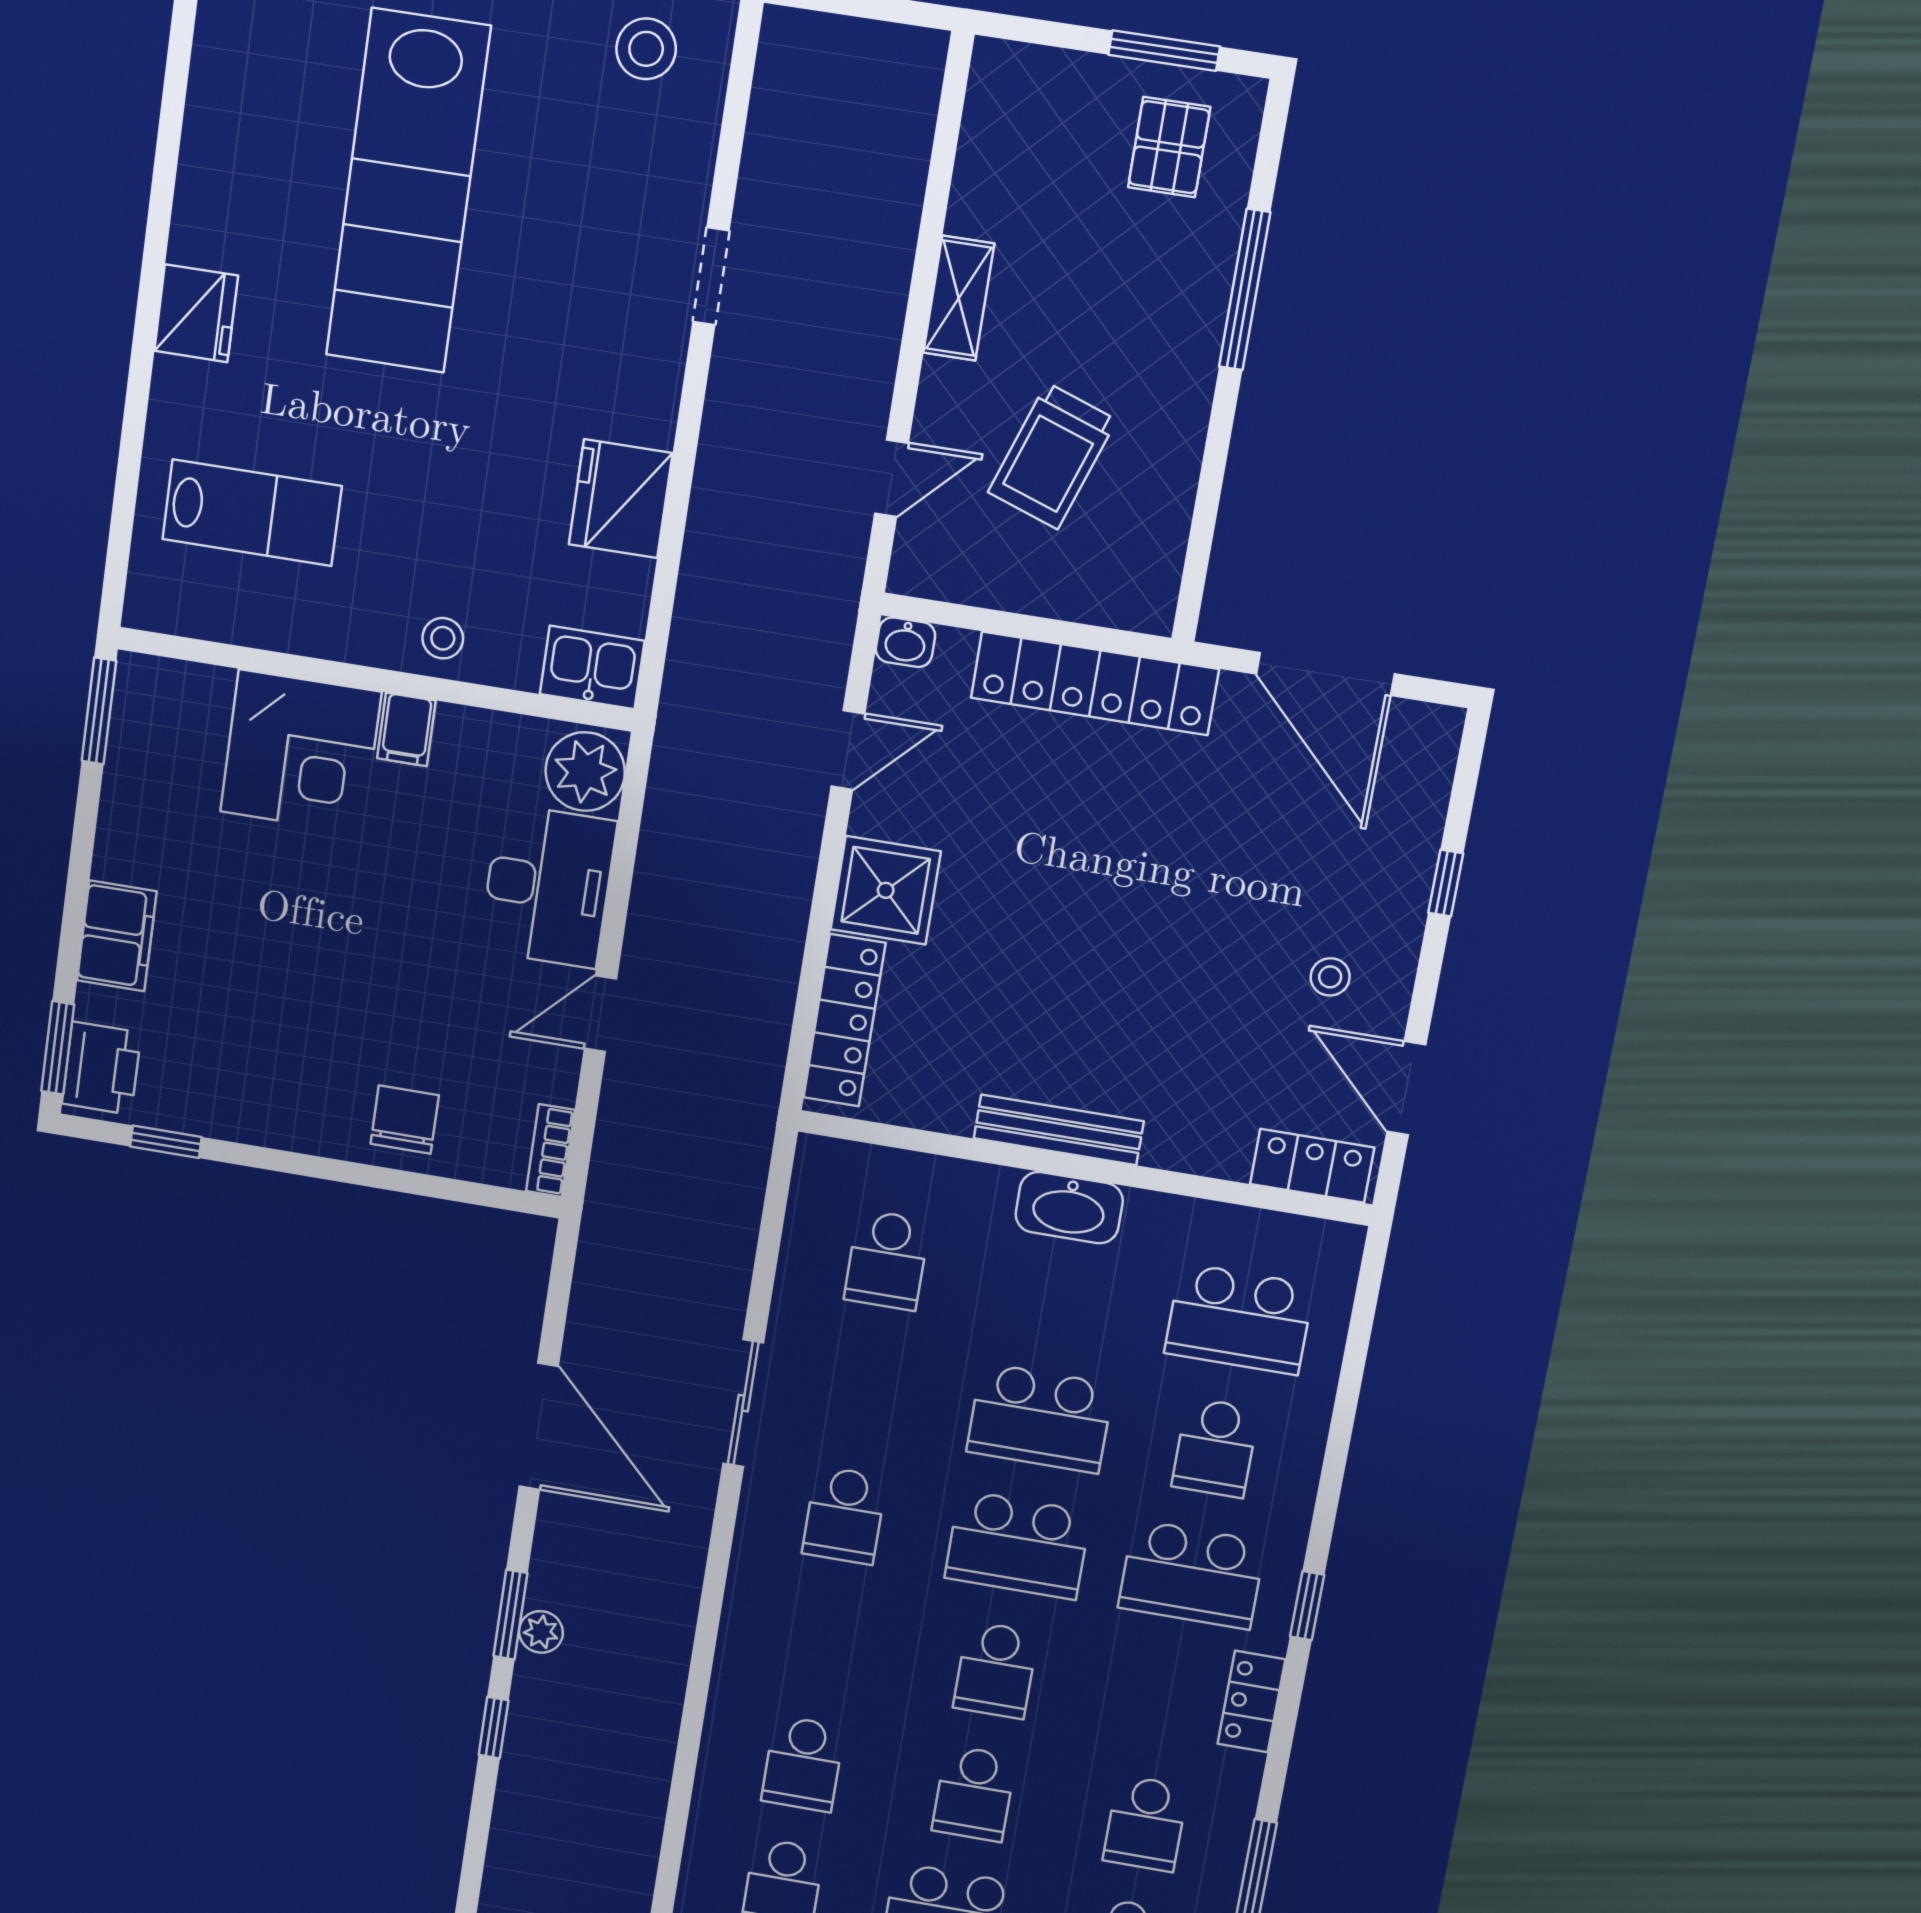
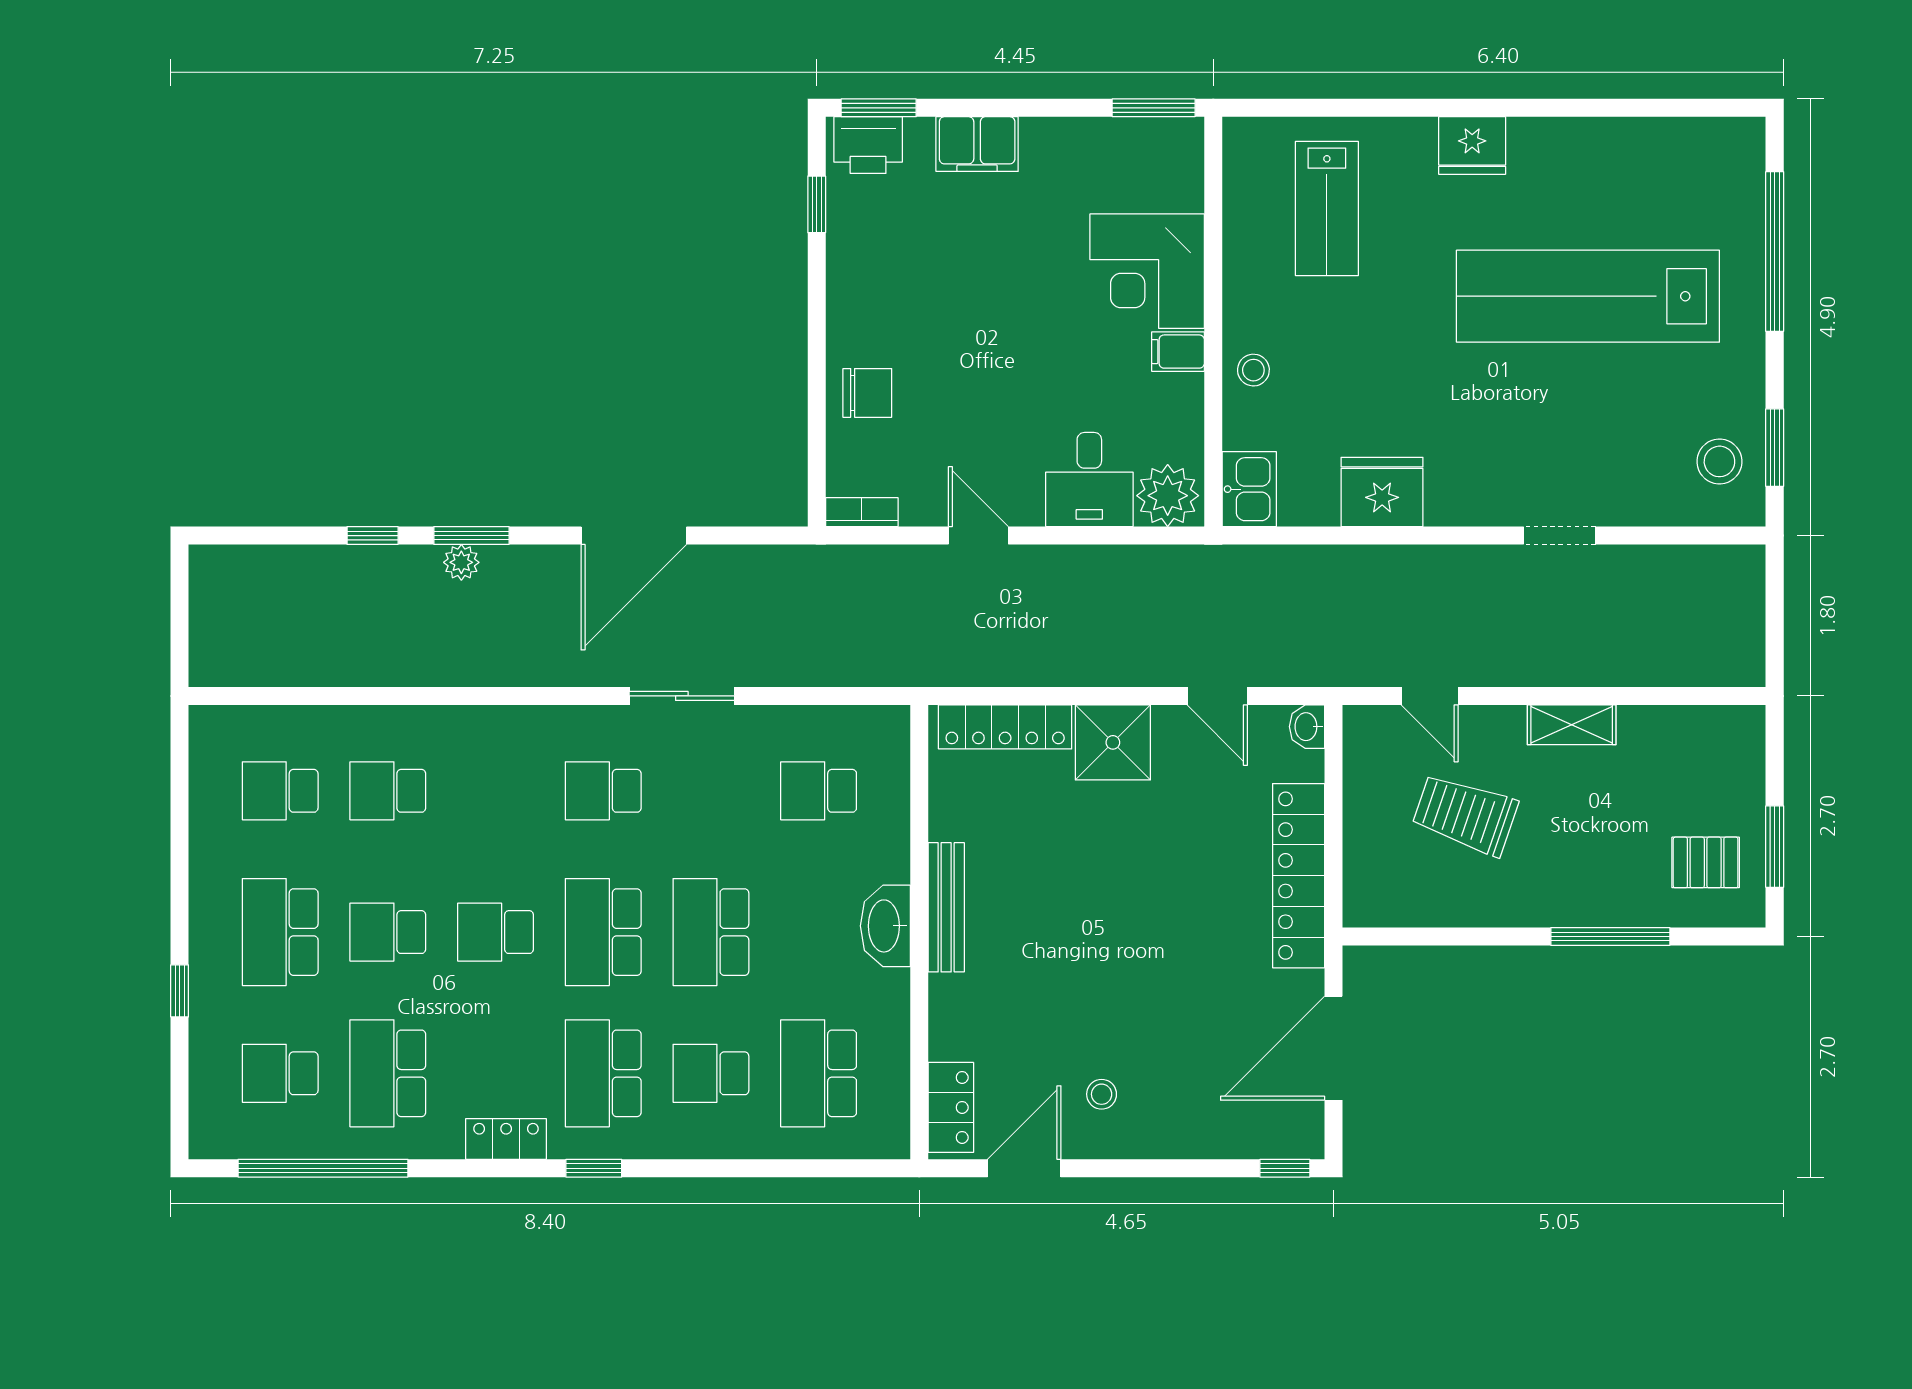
window: (1446, 883) -> (1285, 1168), moved
desk: (548, 886) -> (1089, 480), width x0.73
school desk: (1146, 1823) -> (388, 1073), width x1.85

